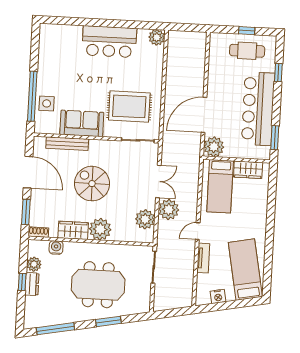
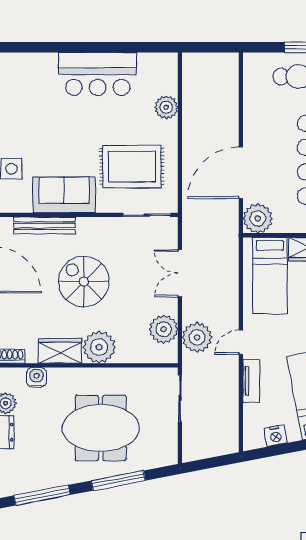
plant: (157, 37) -> (166, 107), moved
double door: (158, 181) -> (180, 273), swing flipped
plant: (169, 210) -> (197, 337), moved
window: (108, 321) -> (118, 481), width x1.44

